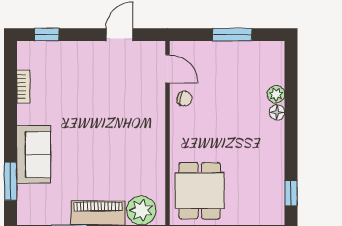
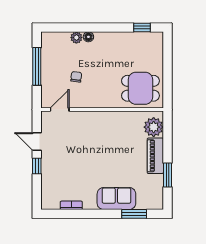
window: (47, 35) -> (37, 166), moved
window: (232, 35) -> (37, 66), width x1.44
chair: (185, 98) -> (76, 77), moved

